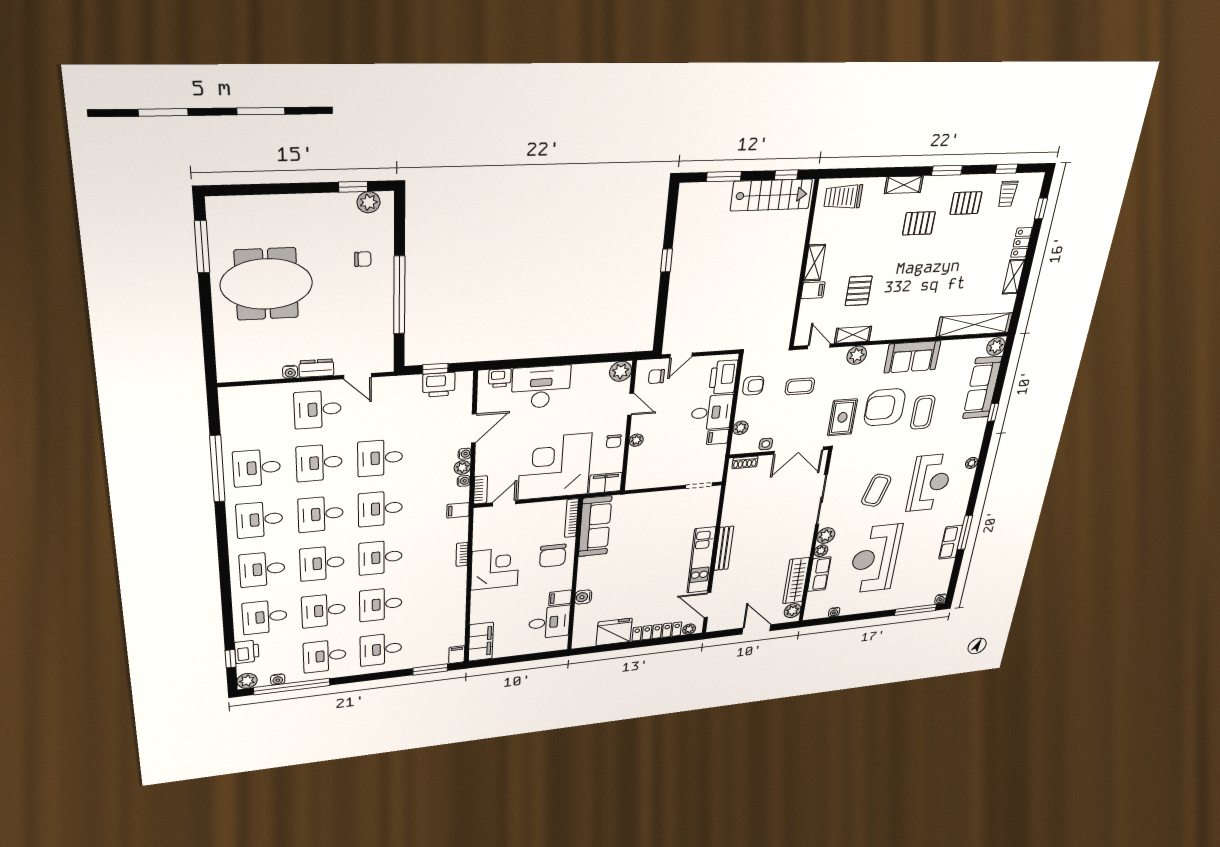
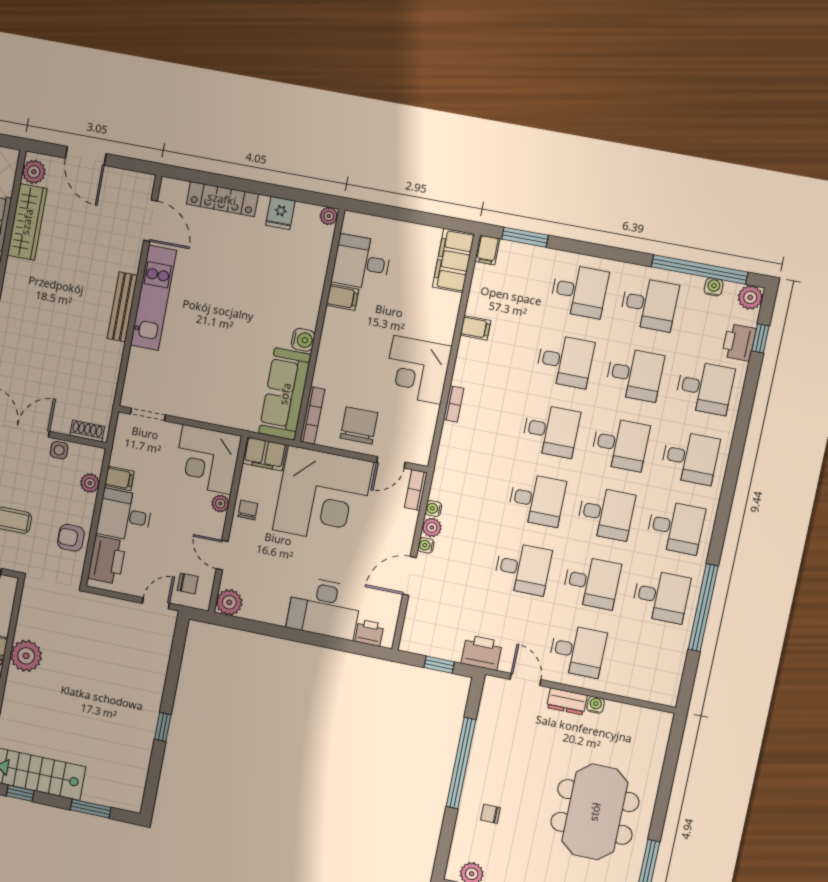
meeting table: (266, 284) -> (595, 812), turned 90
plant: (785, 289) -> (26, 656), added
printer: (439, 385) -> (482, 653), moved
corner desk: (650, 467) -> (207, 460), added
filing cabinet: (458, 510) -> (475, 328), moved
chair: (553, 556) -> (359, 425), moved
water cooler: (583, 597) -> (303, 340), moved
plant: (689, 629) -> (329, 216), moved
fridge: (614, 632) -> (280, 213), width x0.53, depth x0.75

